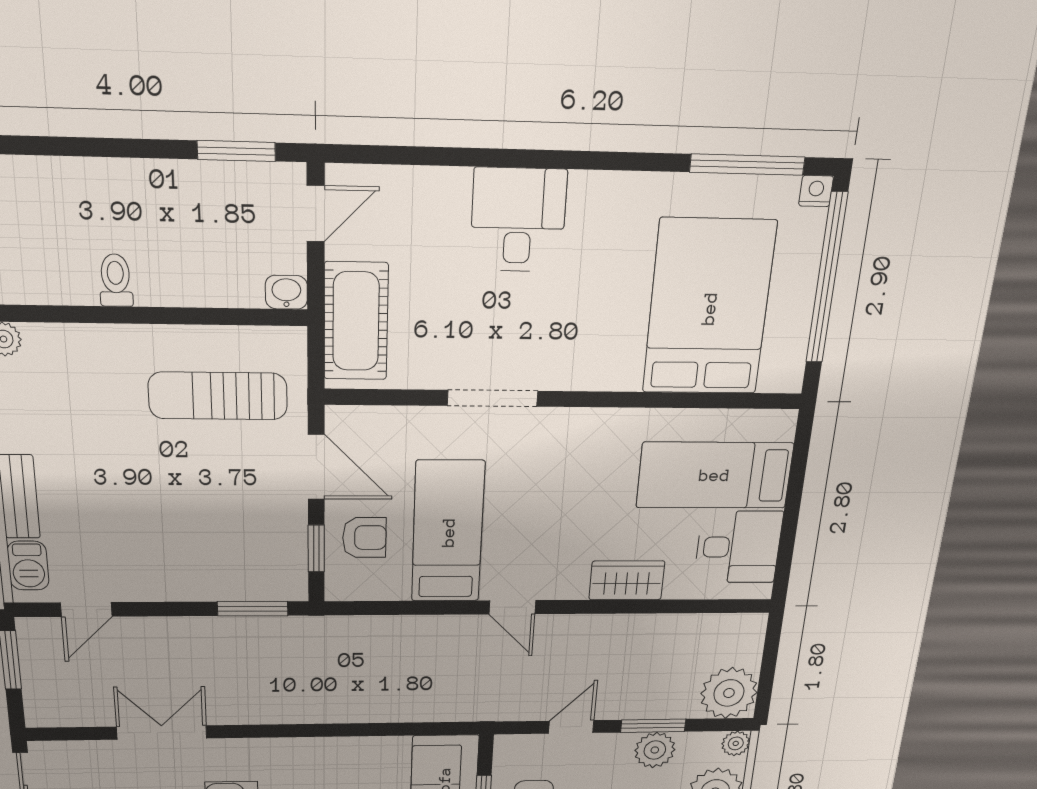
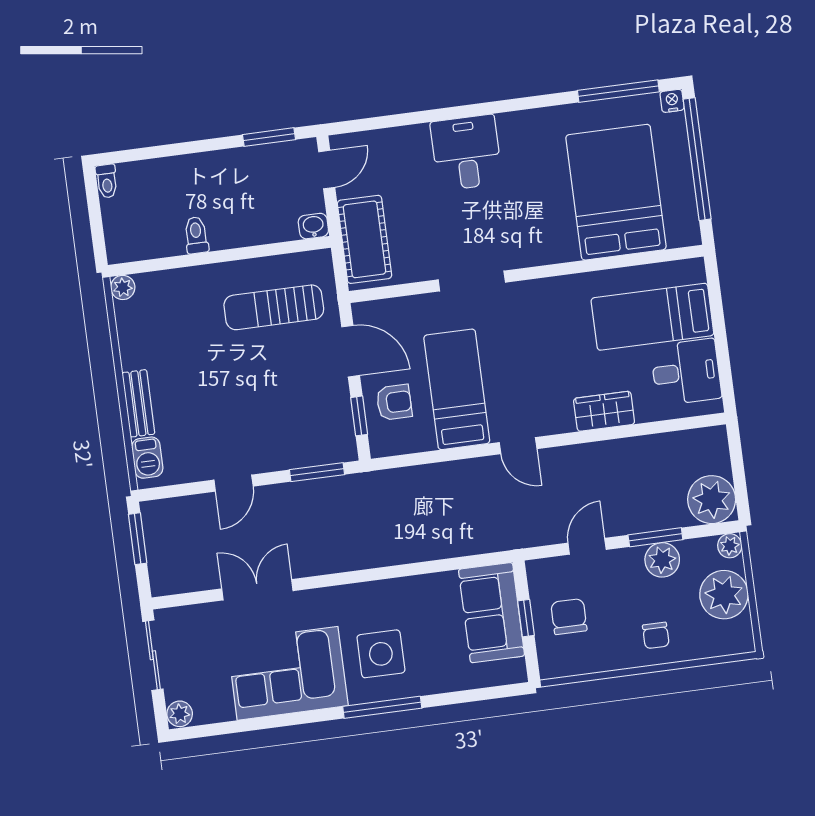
door: (86, 610) -> (234, 483), moved

